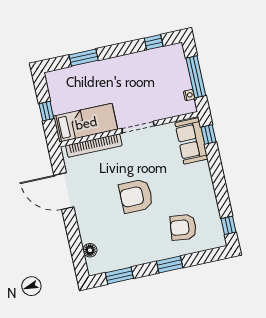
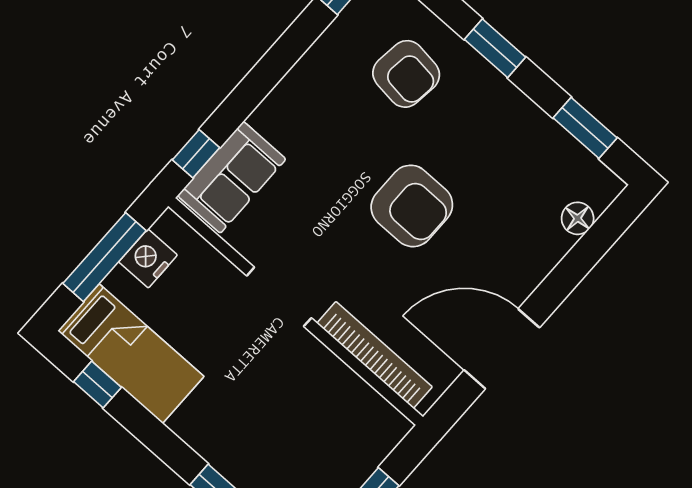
nightstand: (189, 95) -> (148, 258), width x1.89, depth x1.79
bed: (86, 123) -> (131, 354), moved, turned 180
door: (64, 191) -> (502, 349), swing flipped

